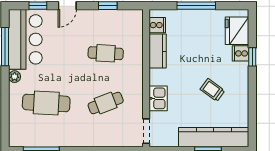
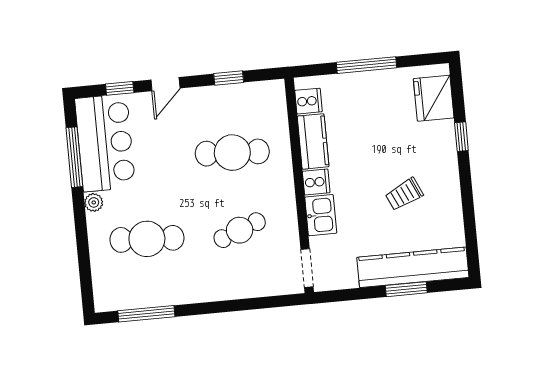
cafe table: (106, 53) -> (232, 153), width x1.37, depth x1.35
cooker: (241, 53) -> (316, 182), moved, turned 180
trolley: (212, 90) -> (404, 194), turned -61

